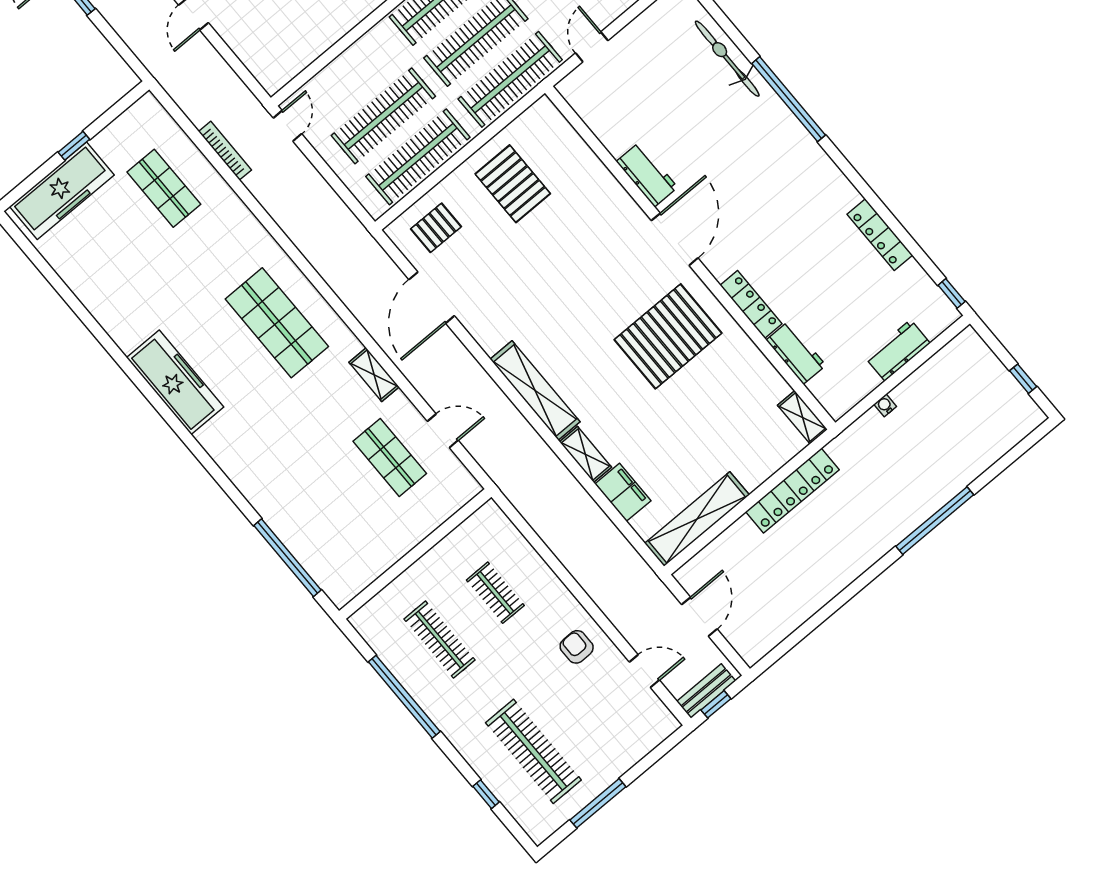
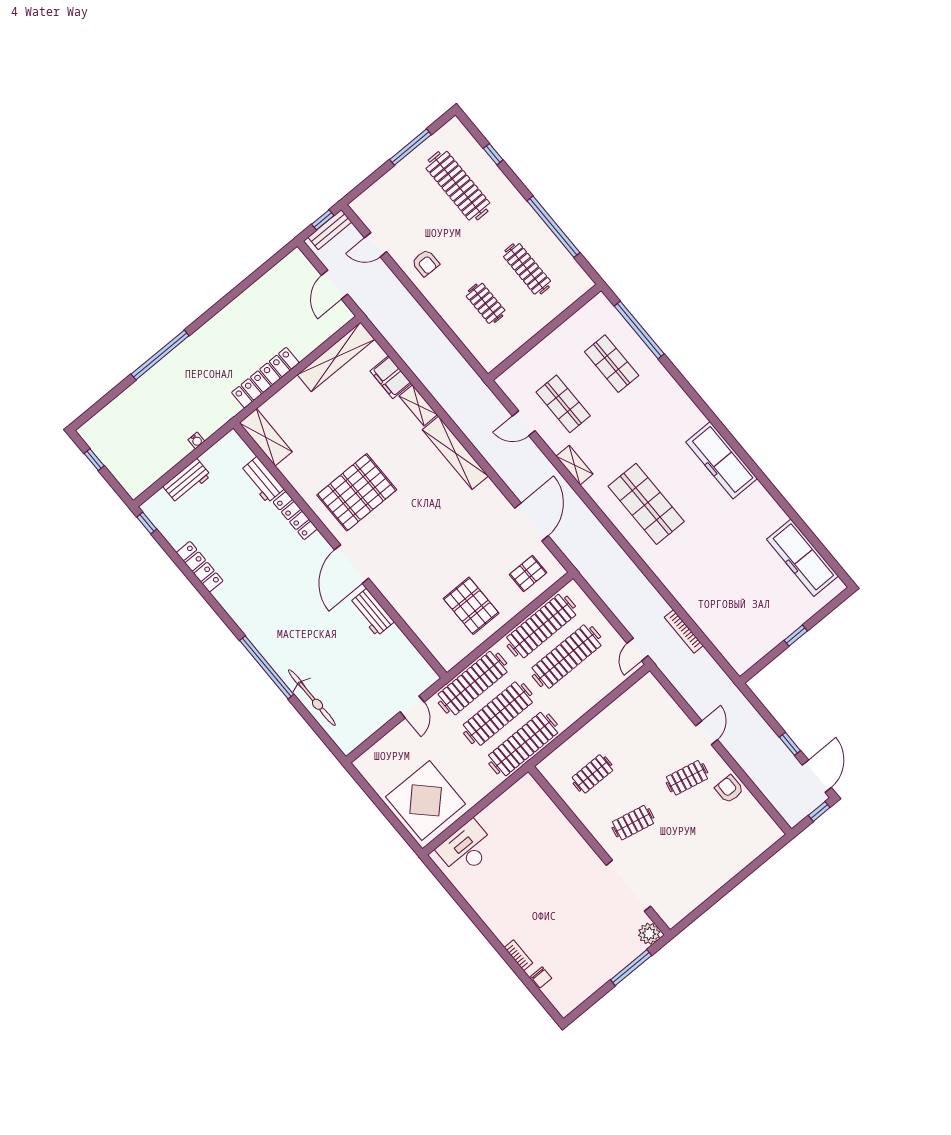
shop shelf: (164, 188) -> (612, 364), moved
freezer: (62, 191) -> (802, 558), moved, turned -90
shelving: (802, 417) -> (266, 437), width x1.50, depth x1.33

